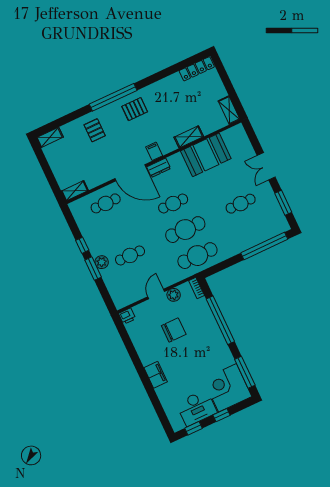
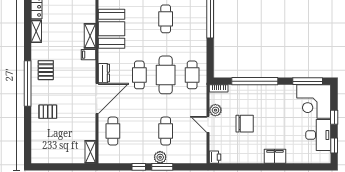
shelving: (50, 137) -> (36, 31), moved
filing cabinet: (154, 151) -> (88, 55), moved
cafe table: (197, 256) -> (192, 75), width x0.73, depth x0.74
chair: (174, 330) -> (245, 124), turned 90

